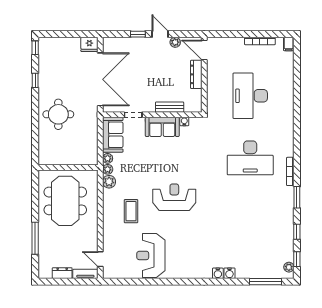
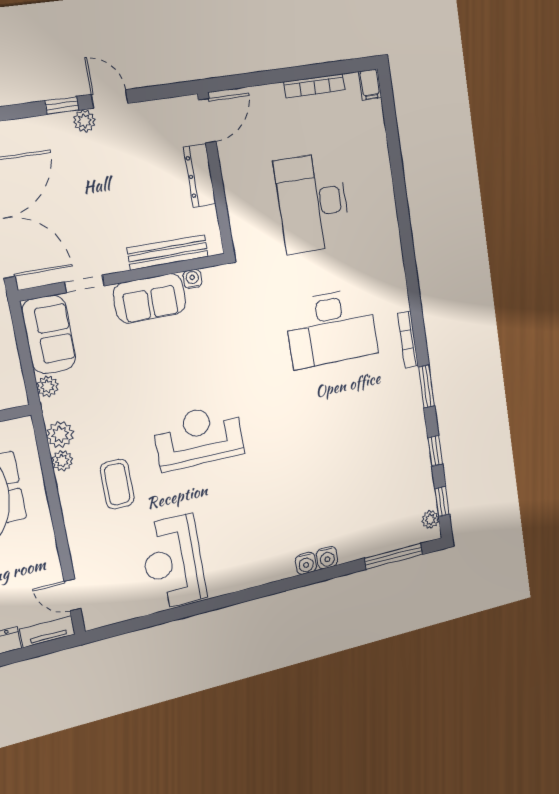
plant: (175, 42) -> (84, 121), moved
door: (204, 50) -> (207, 121), swing flipped
bench: (170, 107) -> (168, 252), width x1.36
plant: (108, 169) -> (62, 461), moved

